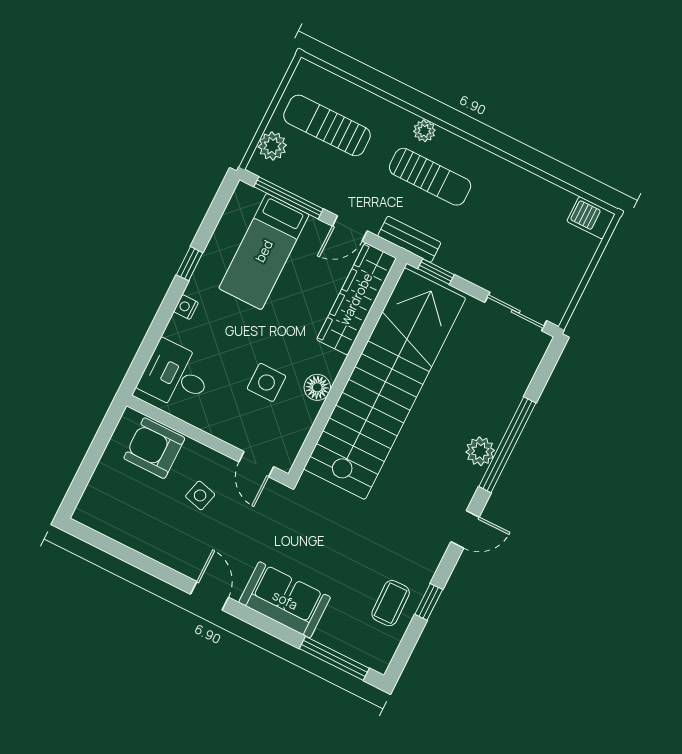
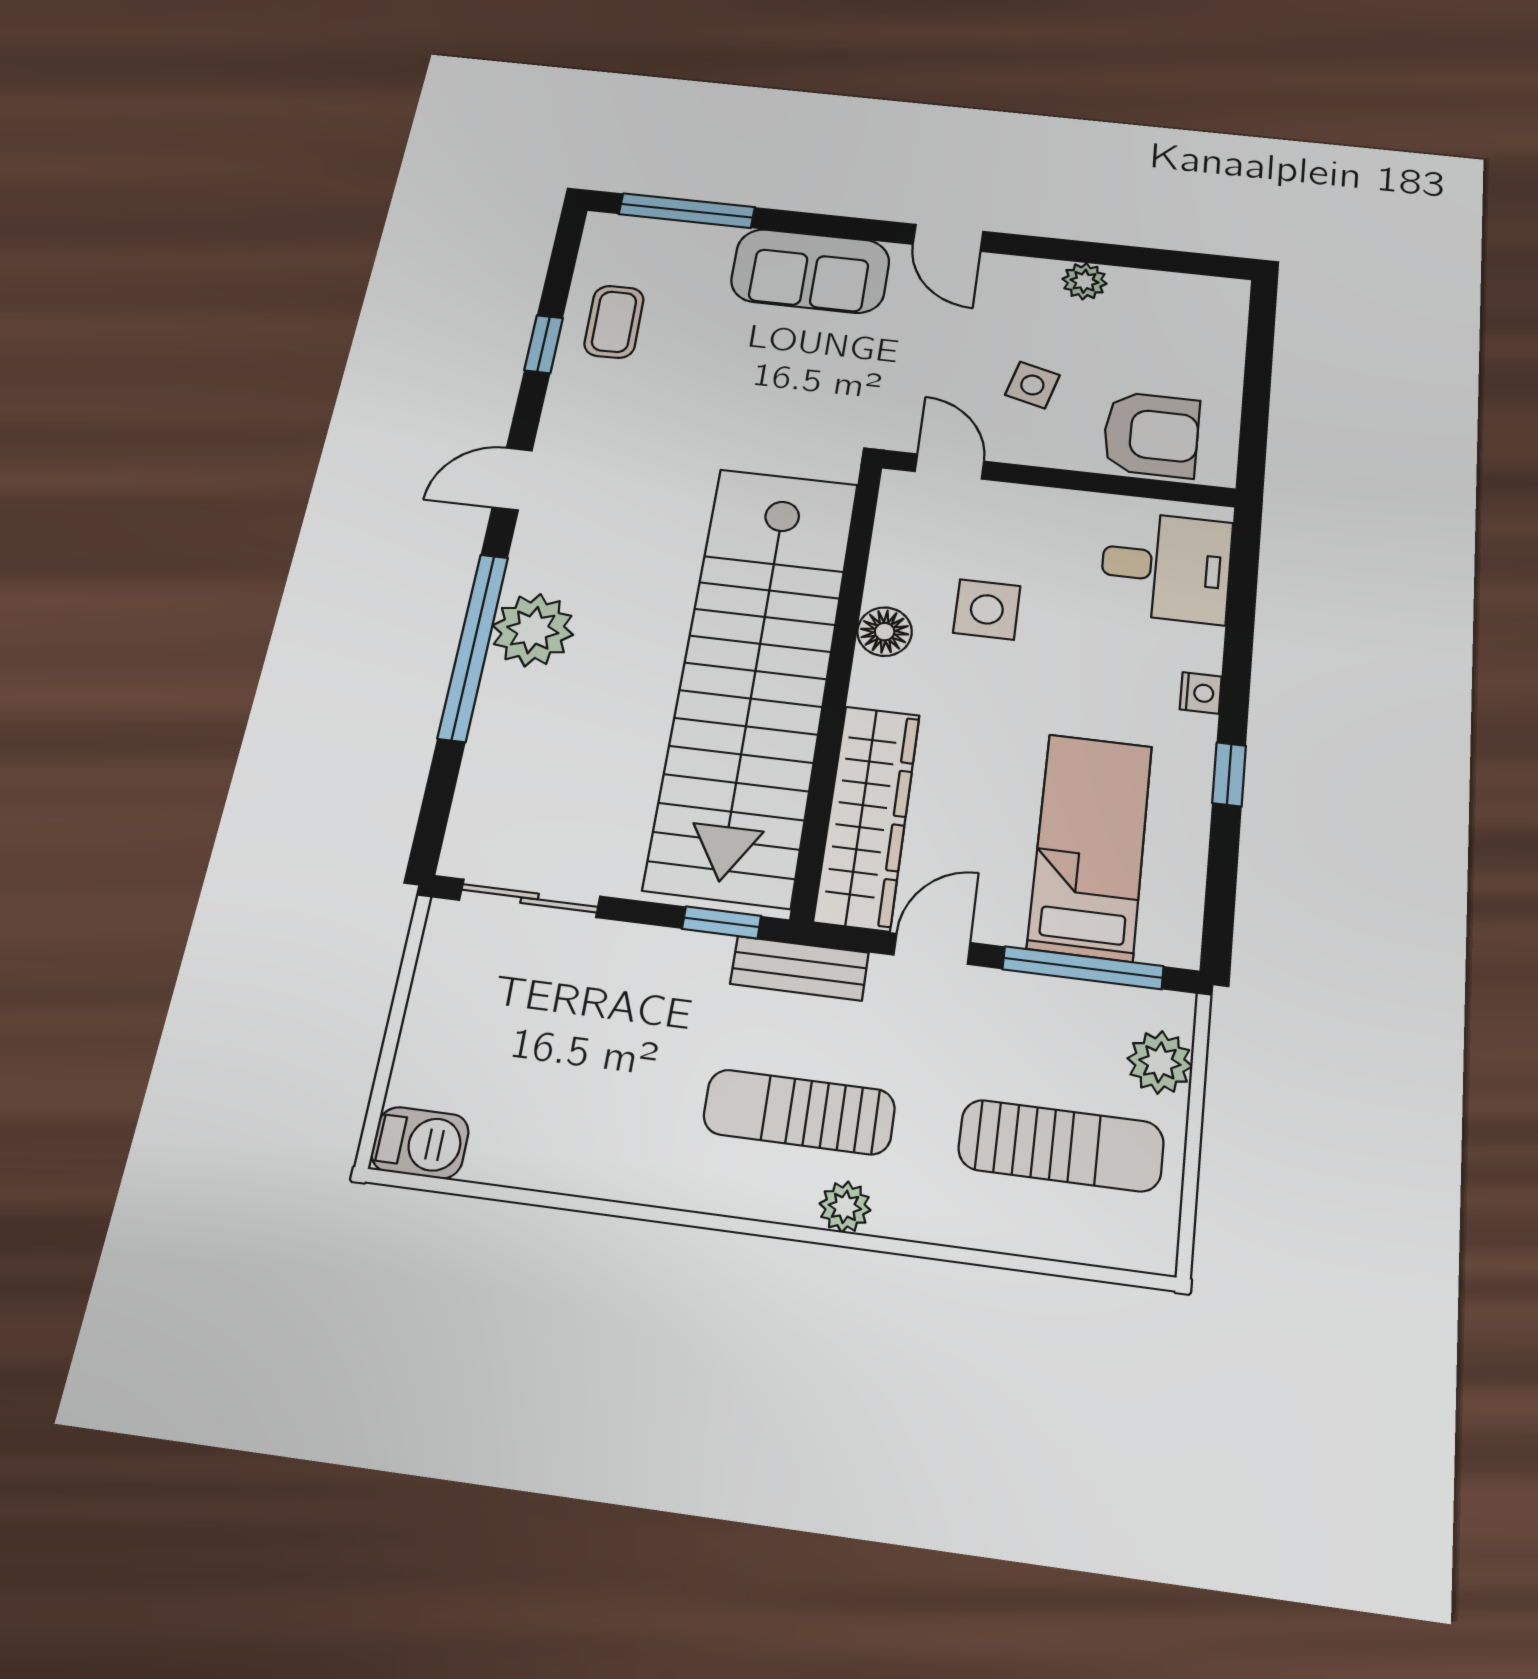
plant: (480, 451) -> (533, 630), width x1.36, depth x1.36
plant: (152, 546) -> (1084, 281), added

